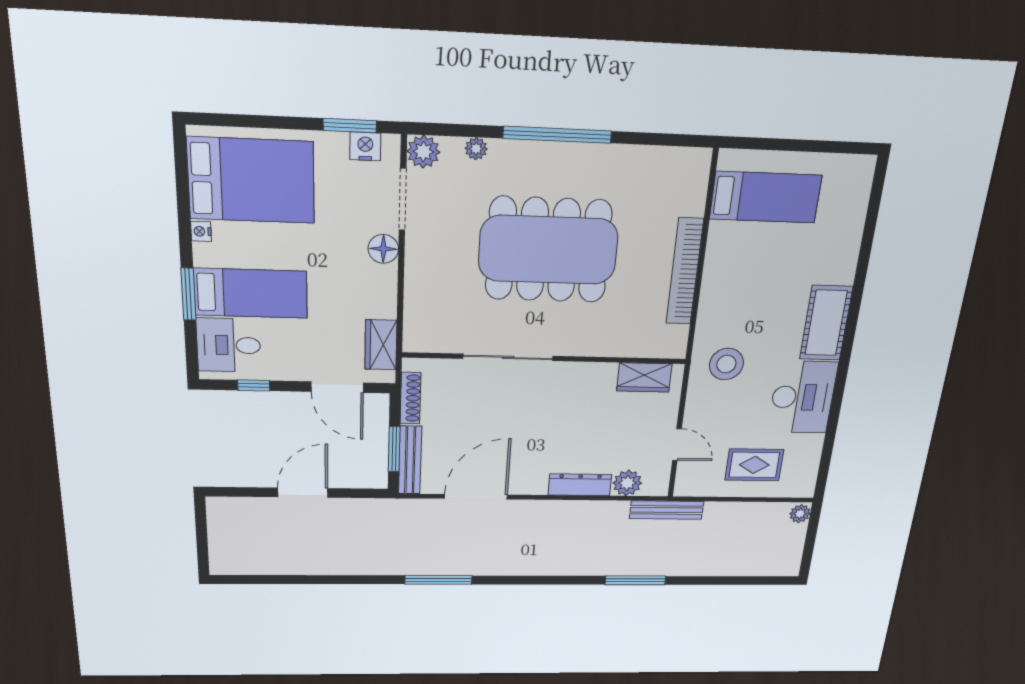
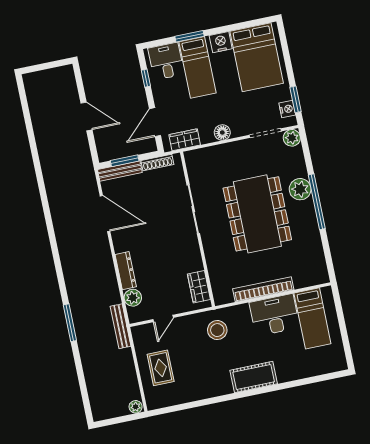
plant: (476, 149) -> (300, 189), moved, width x1.88, depth x1.88
nightstand: (201, 231) -> (221, 42), width x1.89, depth x1.79
floor lamp: (383, 249) -> (222, 133), moved
desk: (803, 397) -> (274, 315), moved, turned 180
window: (438, 580) -> (46, 206), removed

